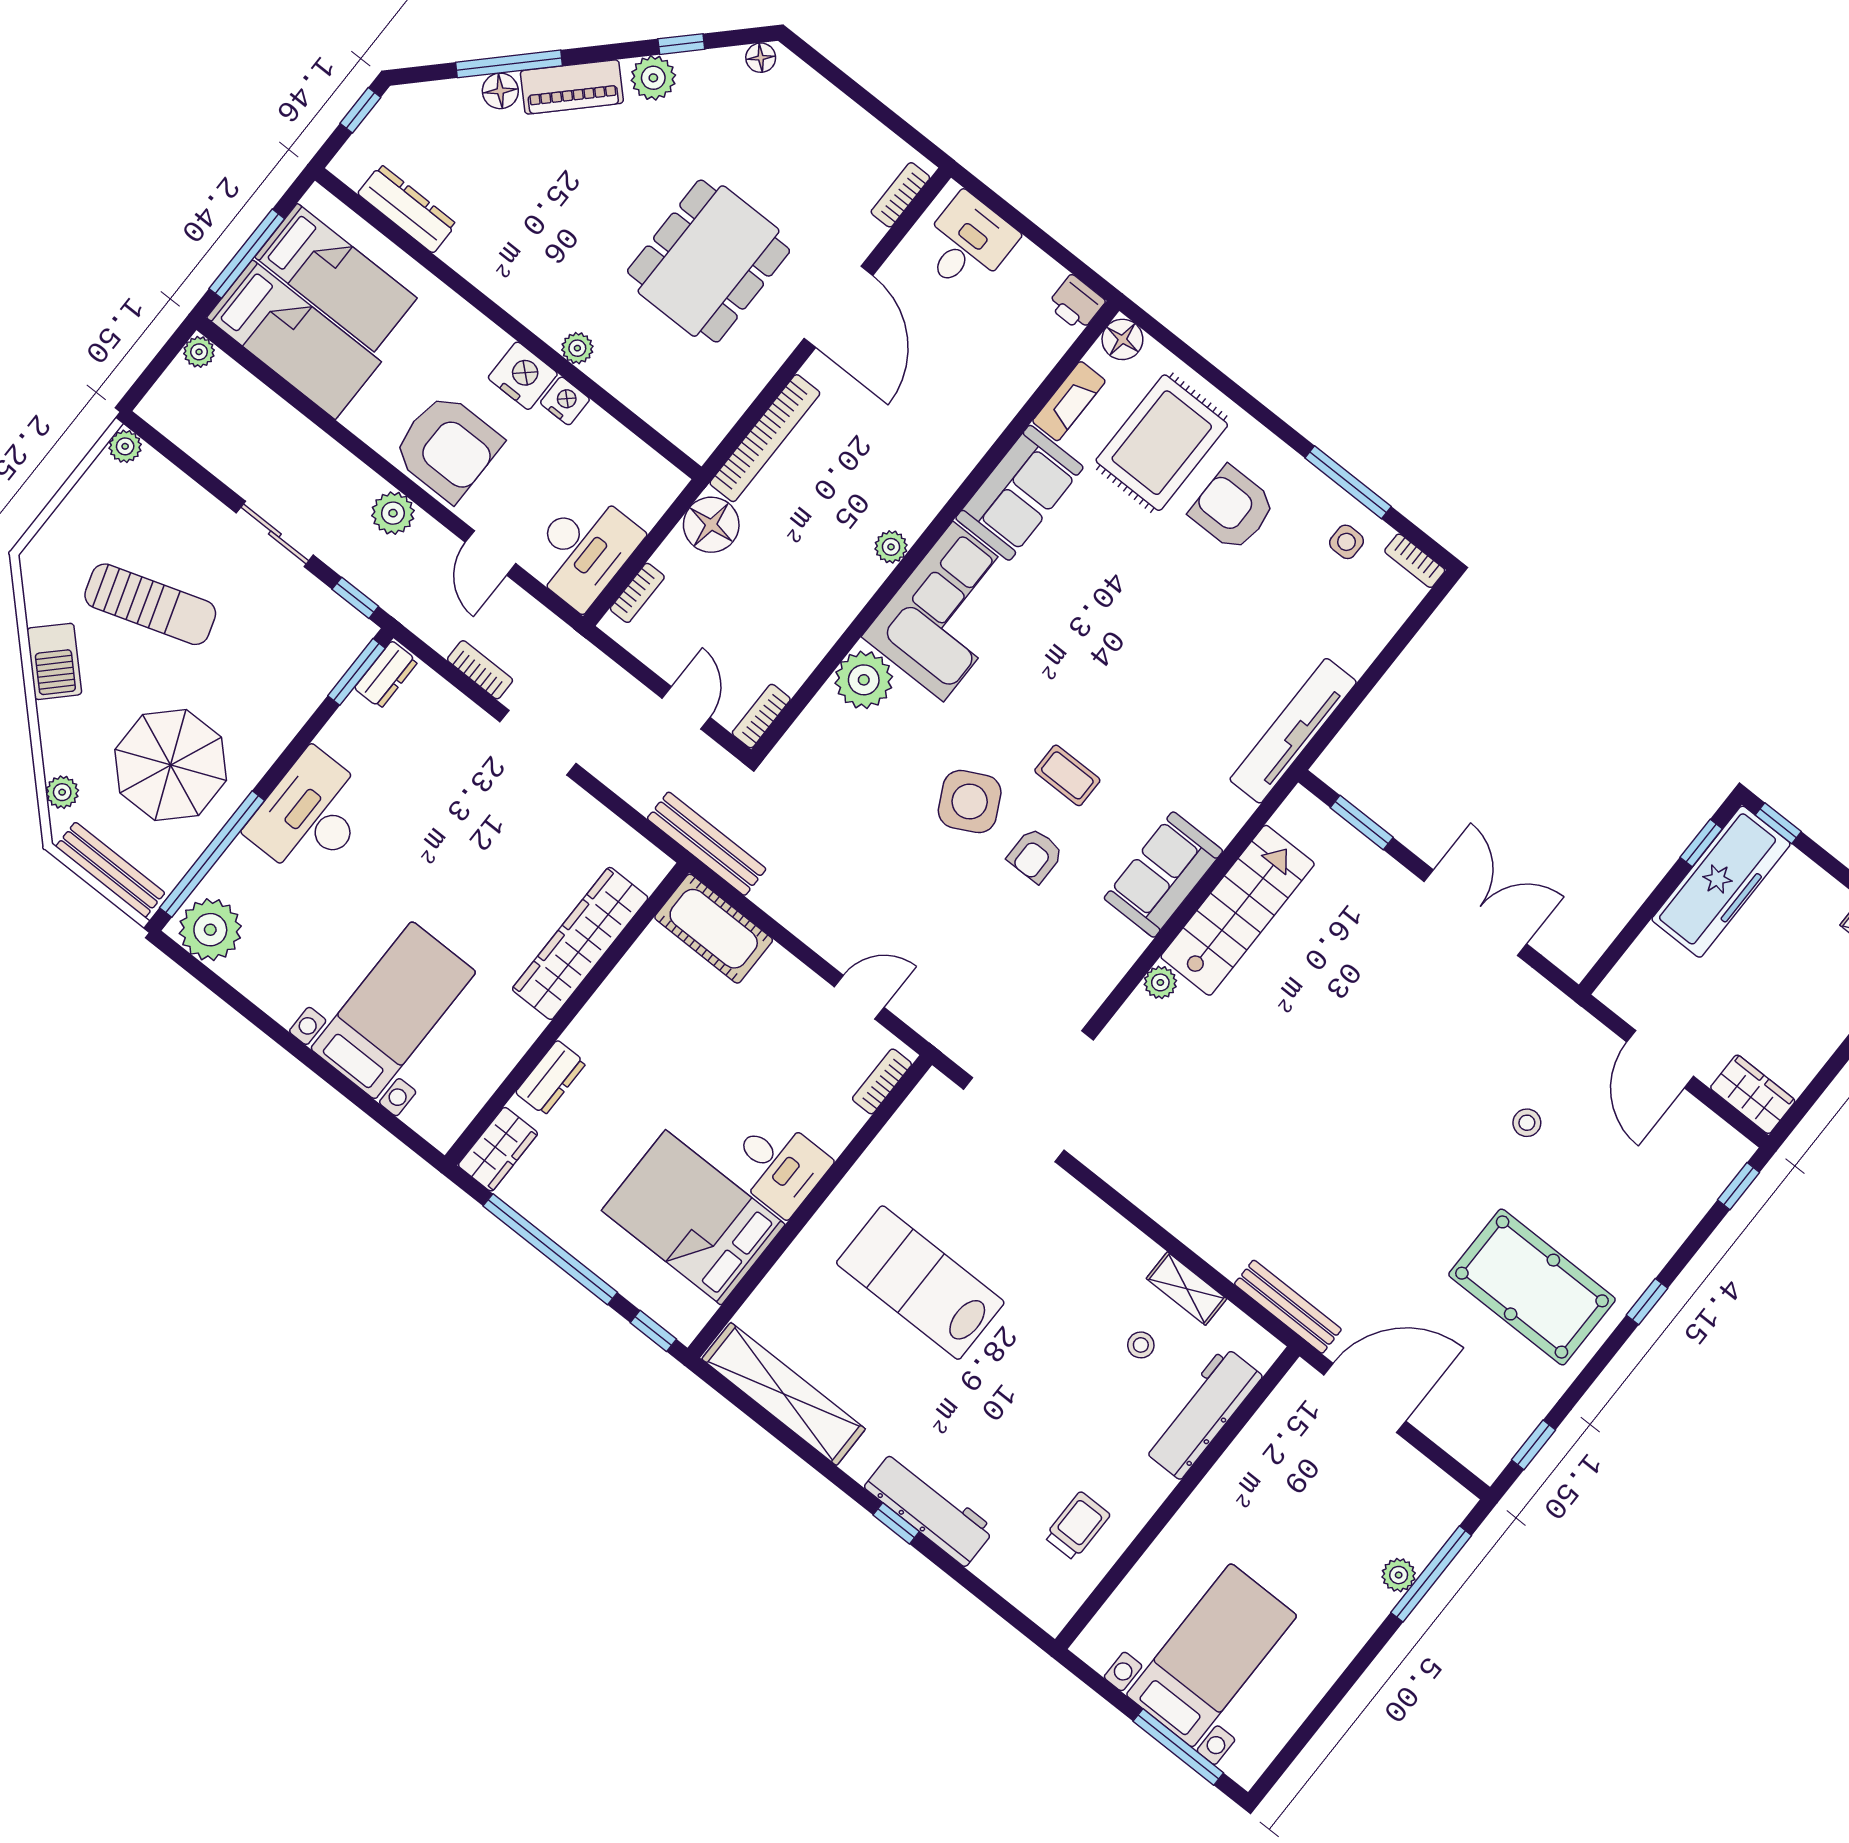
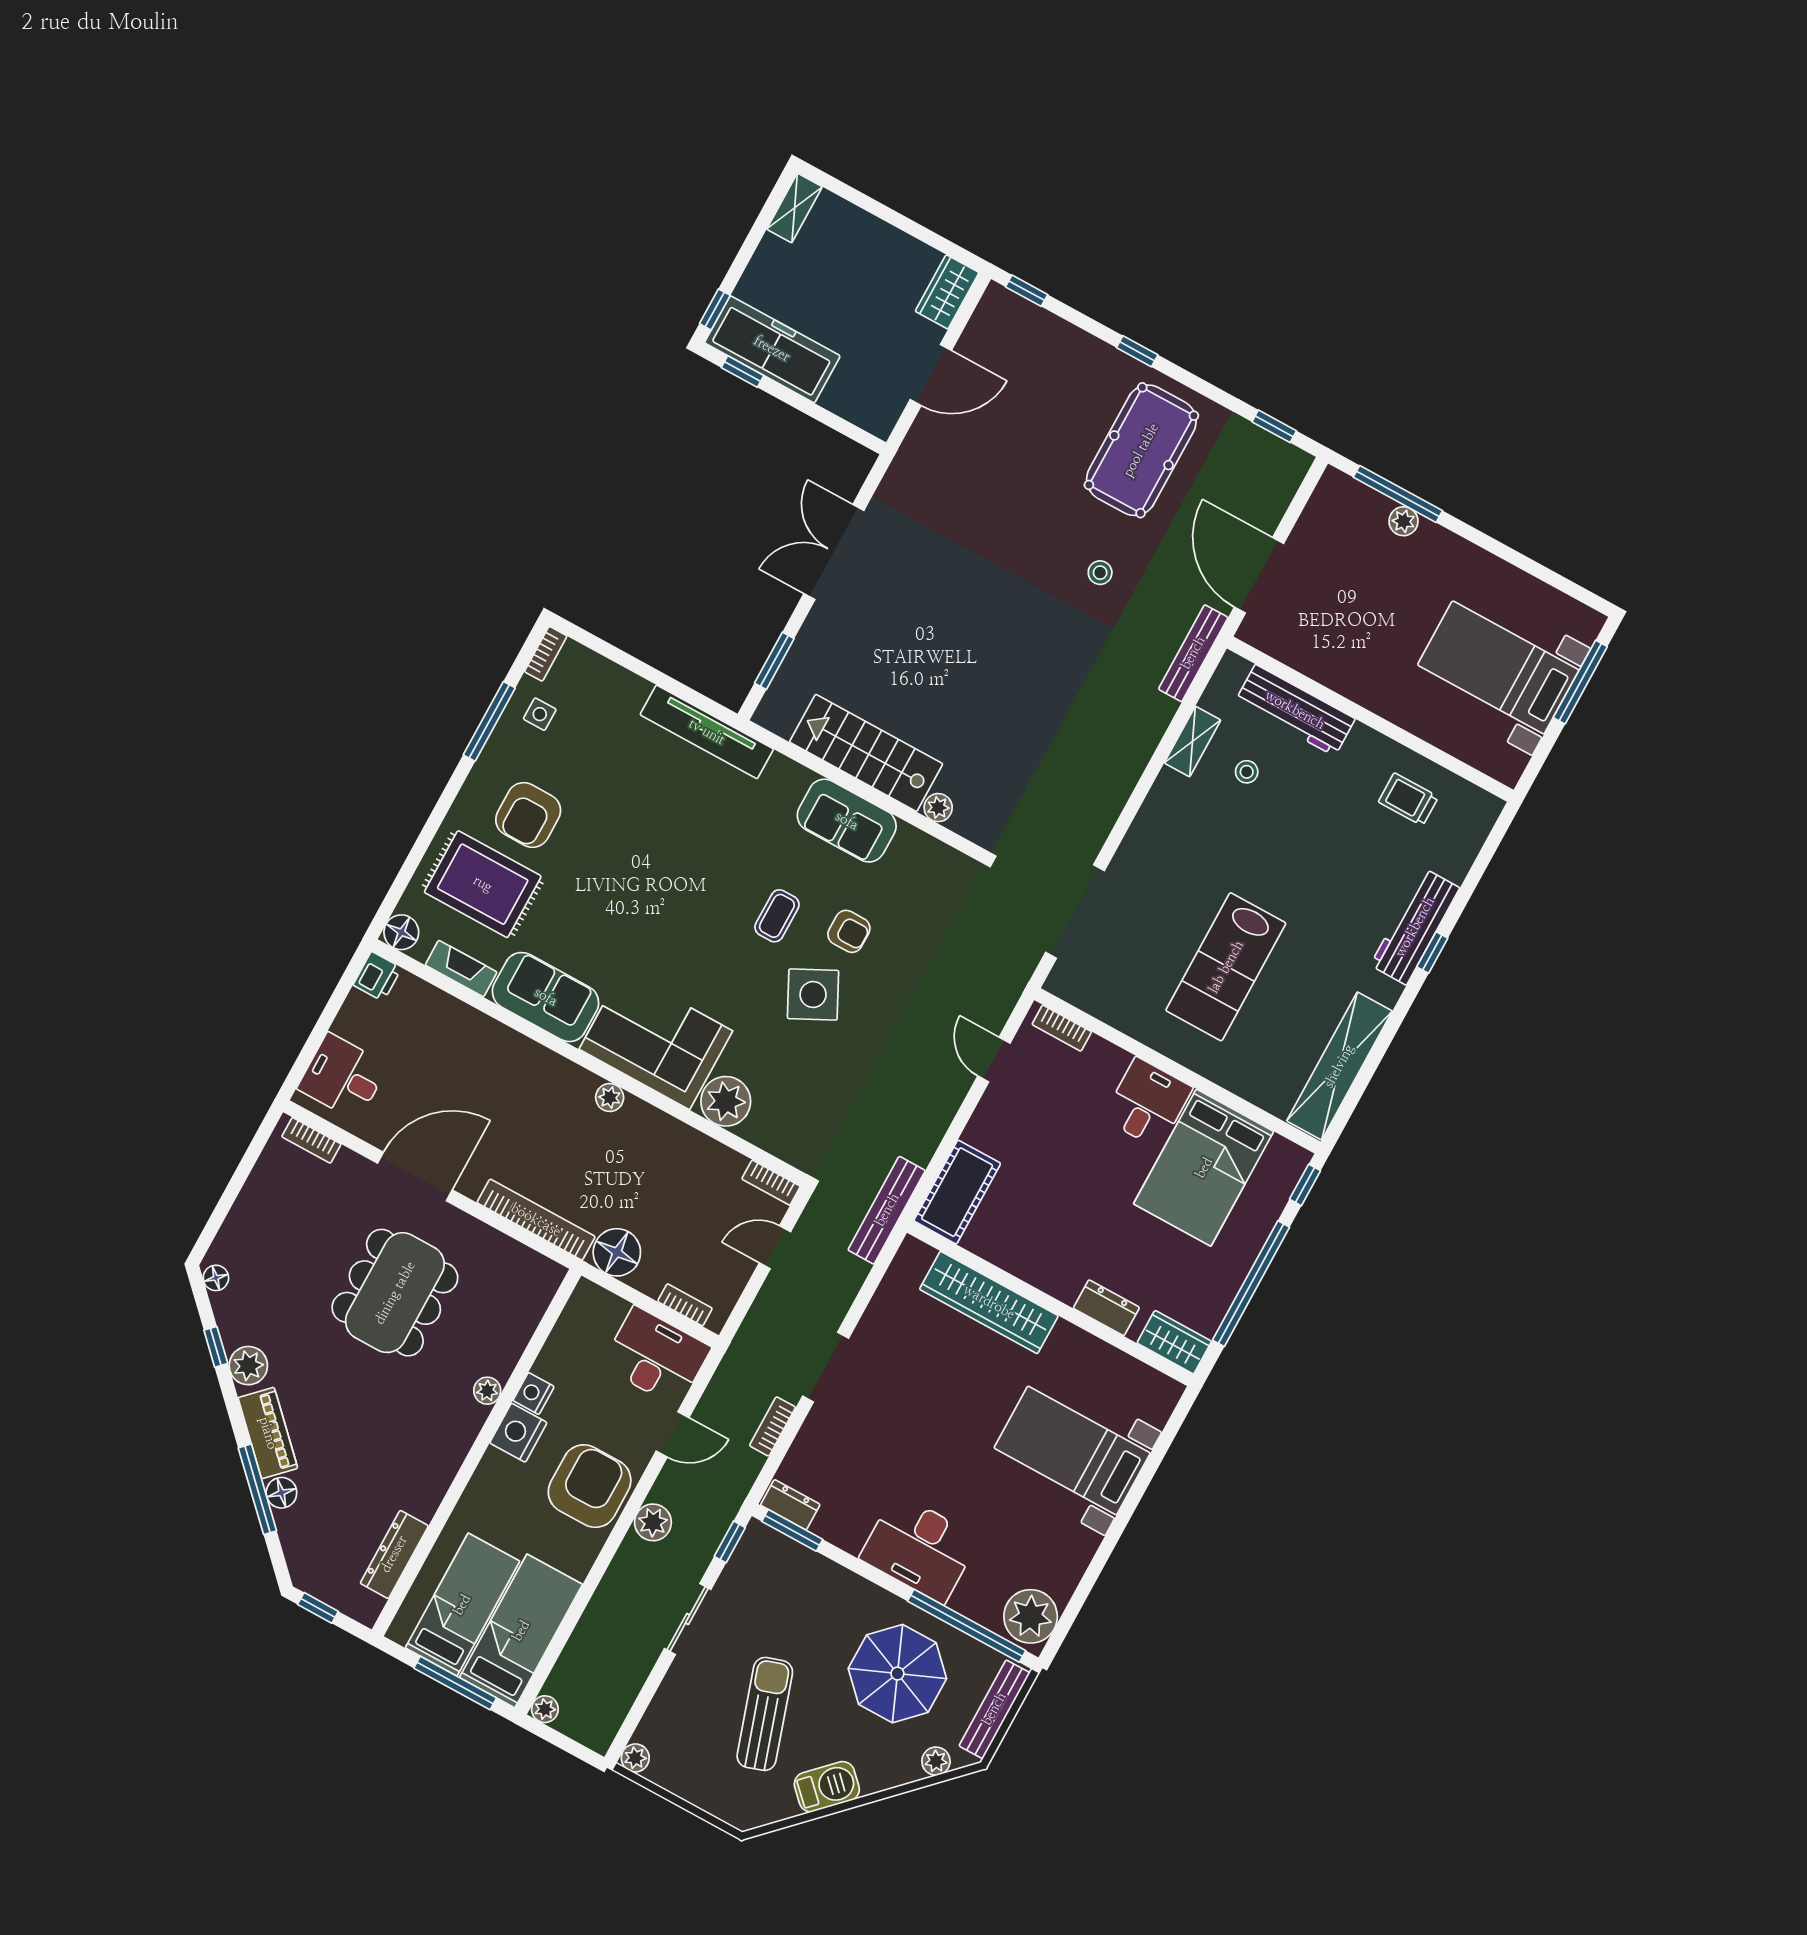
dining table: (709, 261) -> (395, 1293), turned 90
stool: (1527, 1123) -> (1100, 573), moved

